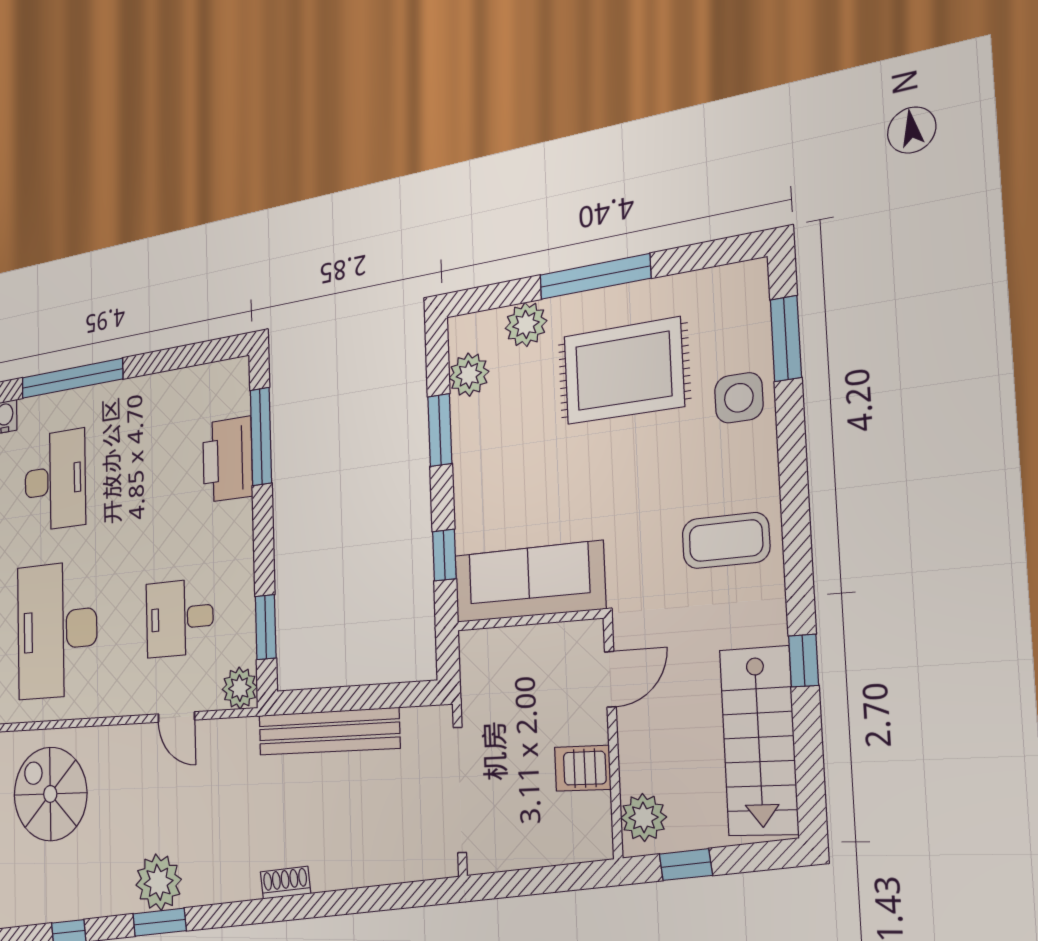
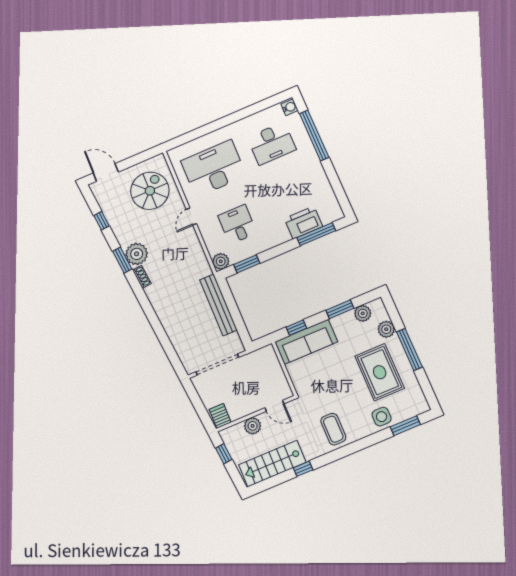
sofa: (529, 582) -> (306, 342), moved, turned 90
door: (176, 717) -> (191, 216), moved
server rack: (583, 768) -> (220, 416), moved
plant: (644, 817) -> (253, 426), moved
shoe rack: (285, 883) -> (142, 277), moved

